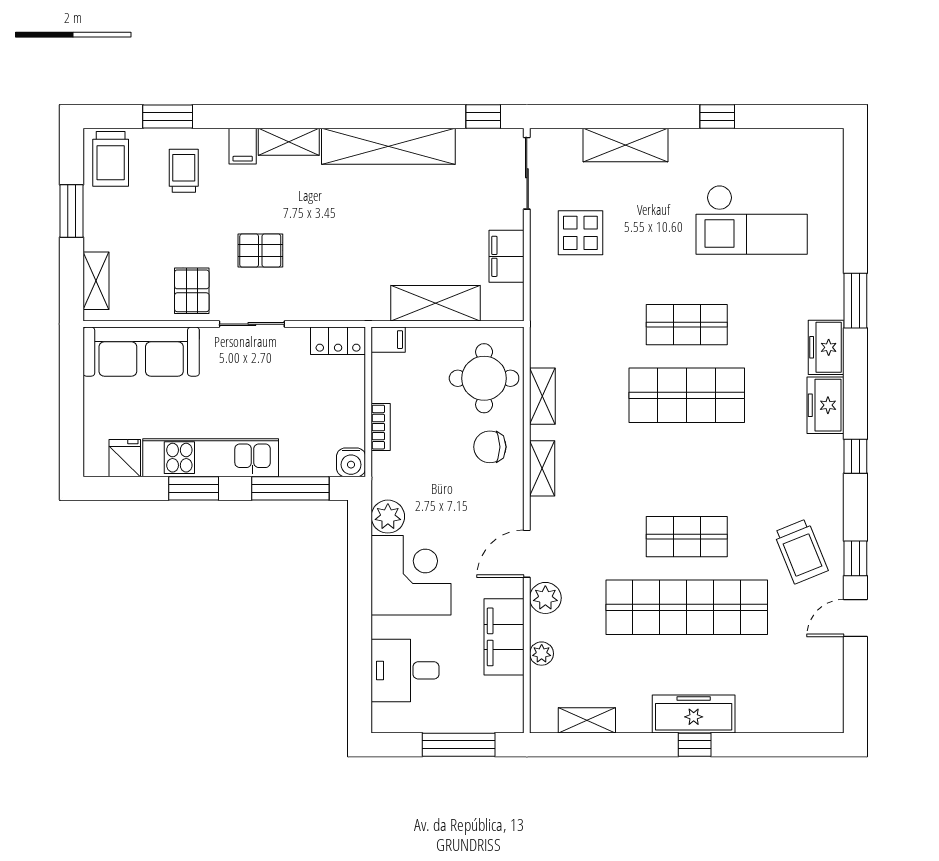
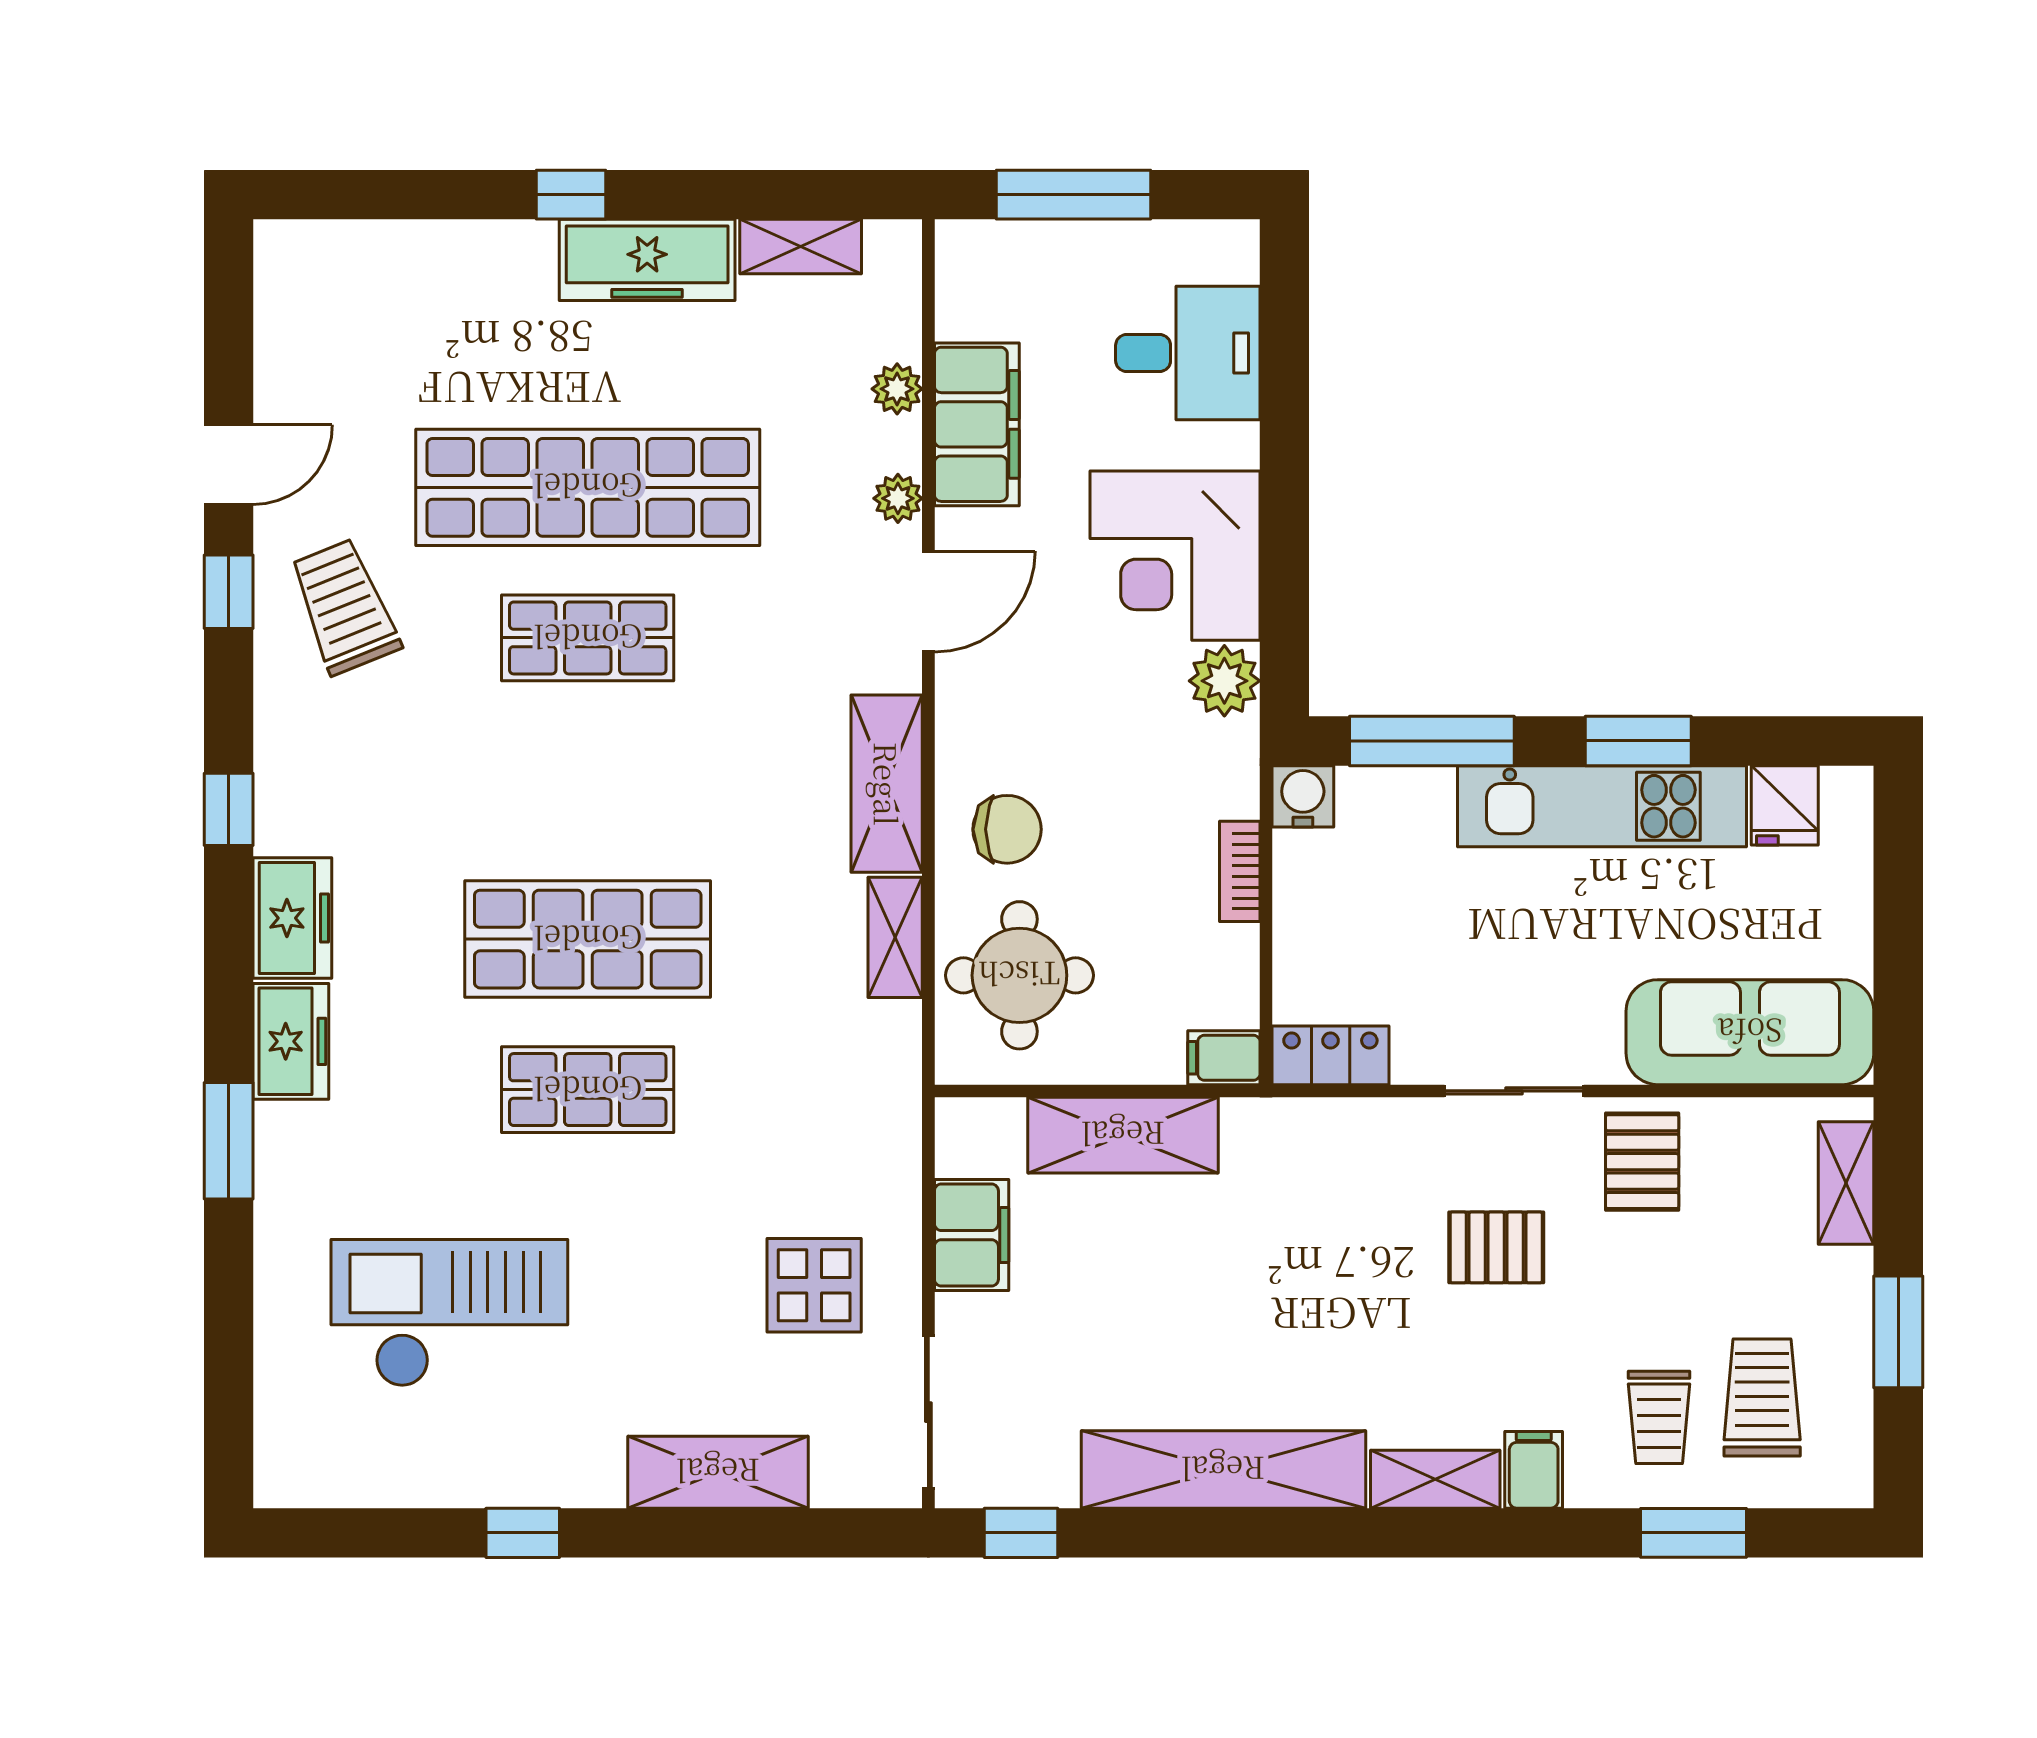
trolley: (111, 159) -> (1762, 1398), moved
shelving: (542, 468) -> (887, 784), width x1.50, depth x1.33
plant: (545, 598) -> (898, 498), width x0.73, depth x0.73
freezer: (694, 714) -> (647, 260), moved

